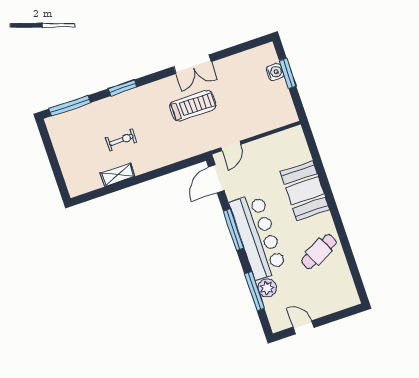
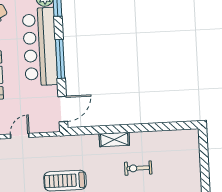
door: (231, 146) -> (20, 136), moved
shelving: (118, 175) -> (114, 139), moved

